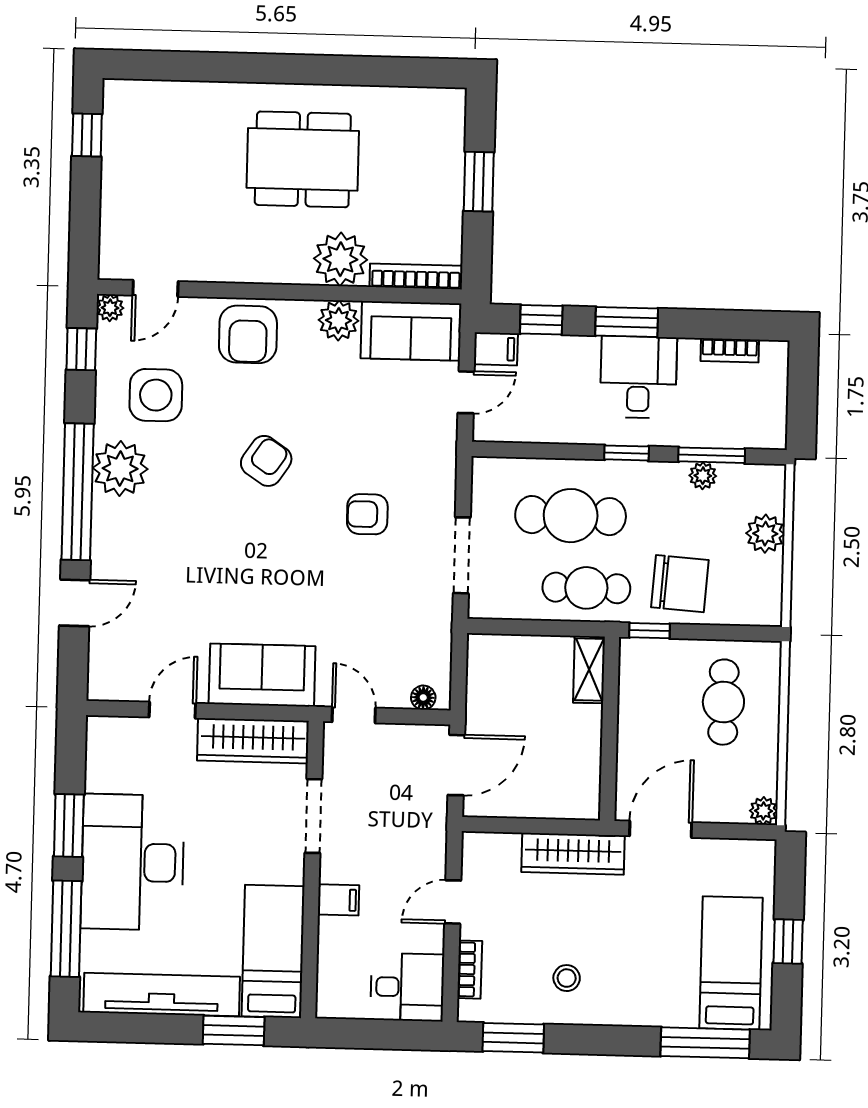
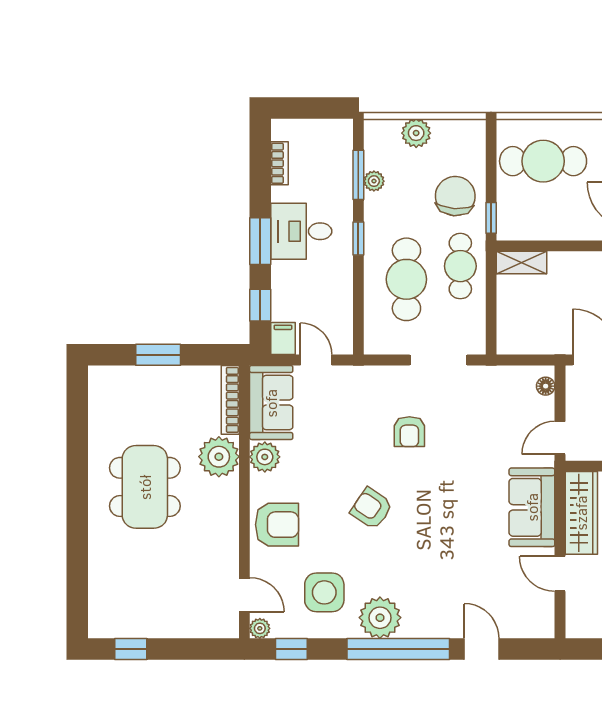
cafe table: (723, 702) -> (543, 161), width x1.37, depth x1.35

